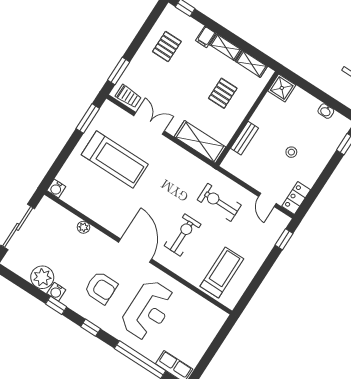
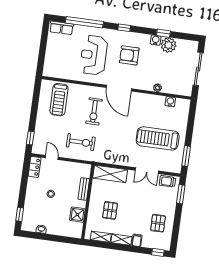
shower: (282, 88) -> (77, 215), moved
water cooler: (56, 189) -> (170, 102), moved
window: (56, 305) -> (163, 33), moved

